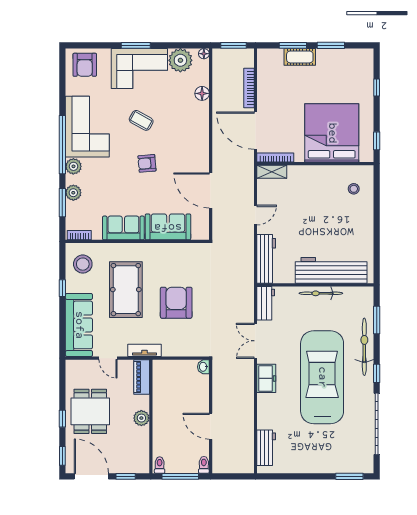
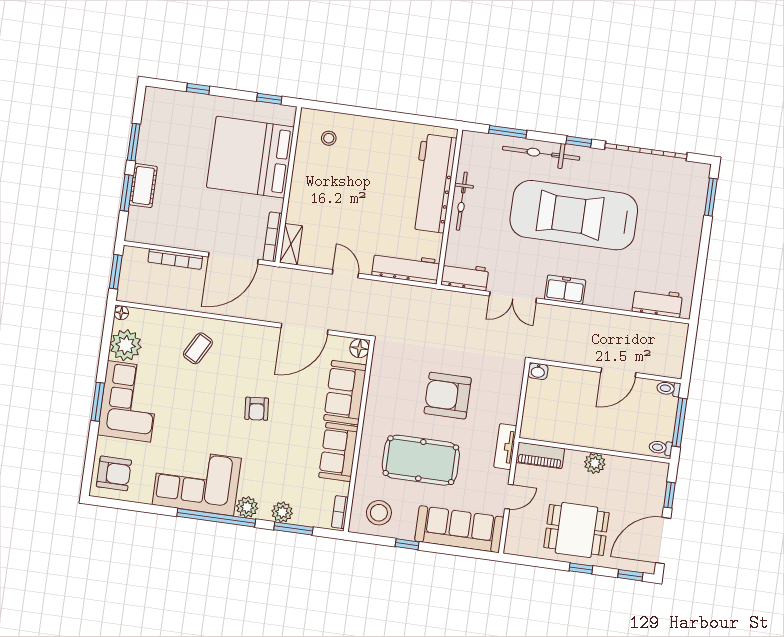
floor lamp: (202, 93) -> (359, 348), moved
coffee table: (141, 120) -> (198, 348), moved

